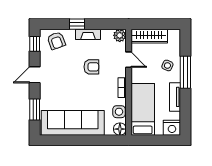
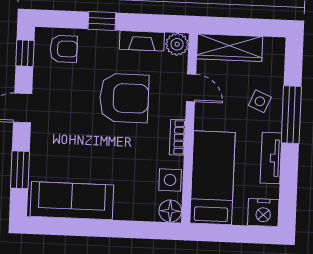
fireplace: (88, 34) -> (142, 41), moved
armchair: (56, 41) -> (64, 49), turned -70
armchair: (91, 67) -> (124, 98), width x1.88, depth x1.88
sofa: (73, 123) -> (72, 201), width x0.74, depth x0.79

